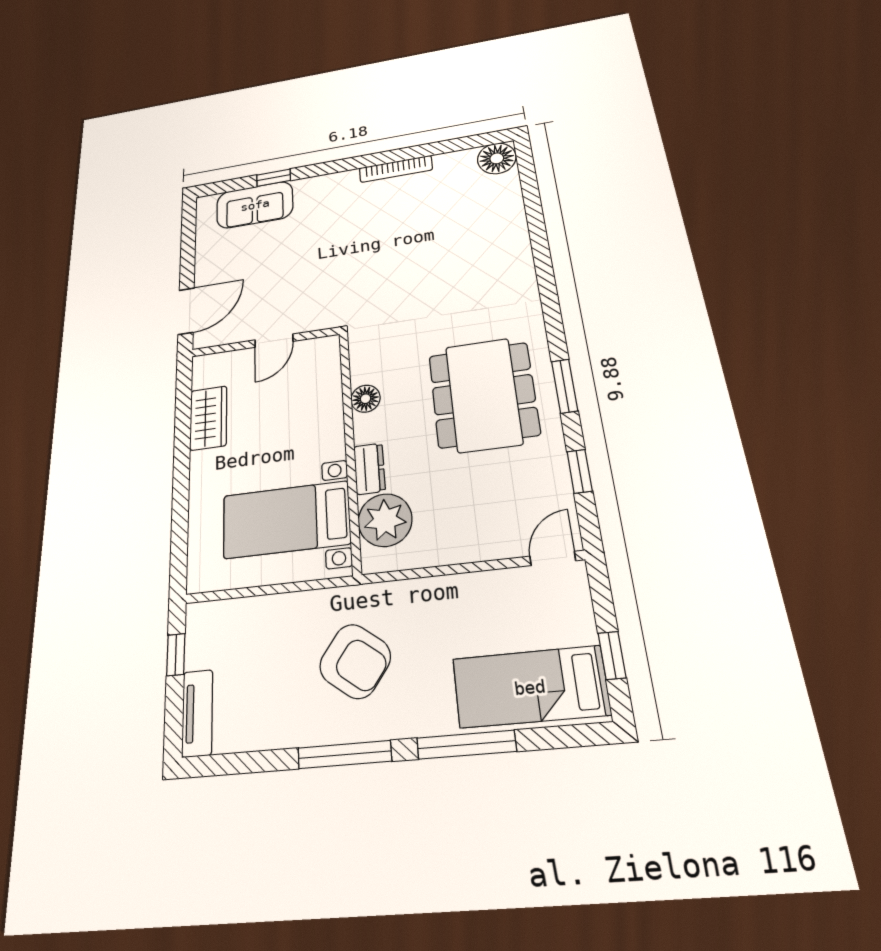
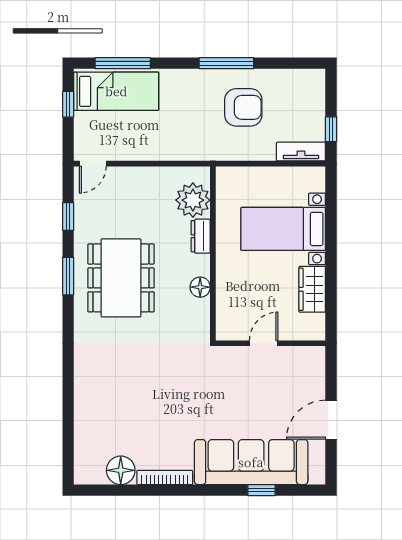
floor lamp: (497, 158) -> (121, 470), moved
sofa: (255, 205) -> (251, 462), width x1.85, depth x1.27
door: (186, 311) -> (331, 420), moved
bed with nightstands: (286, 520) -> (283, 229), moved, turned 180
armchair: (355, 661) -> (243, 107), moved, turned 143
tv unit: (197, 713) -> (301, 152), moved, turned 90
window: (466, 745) -> (123, 63), moved

